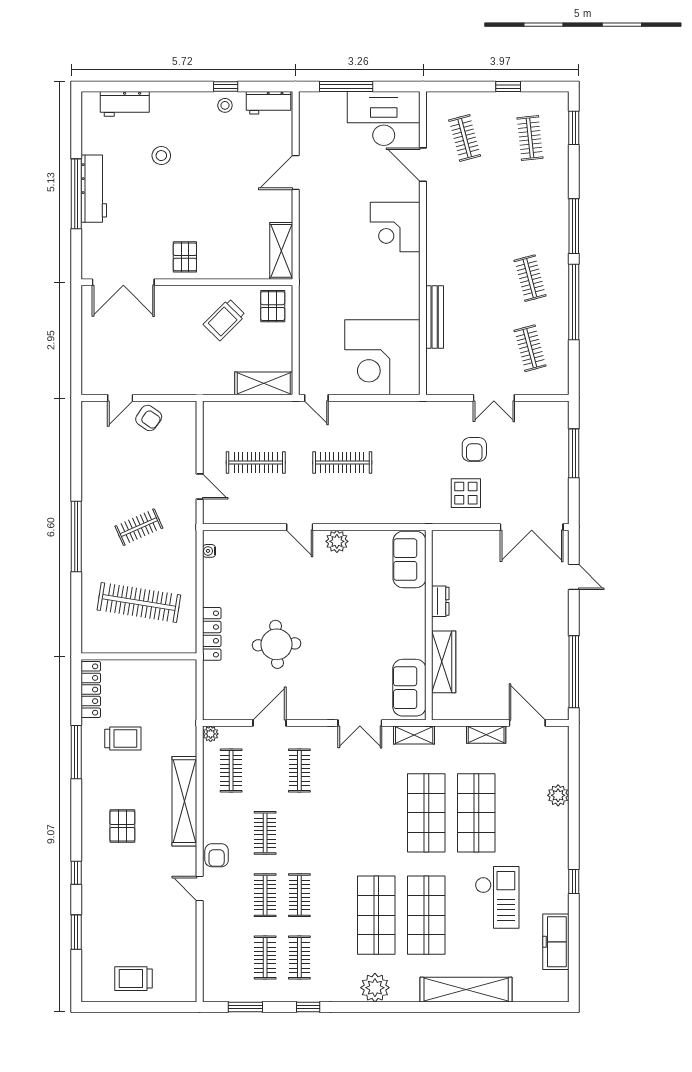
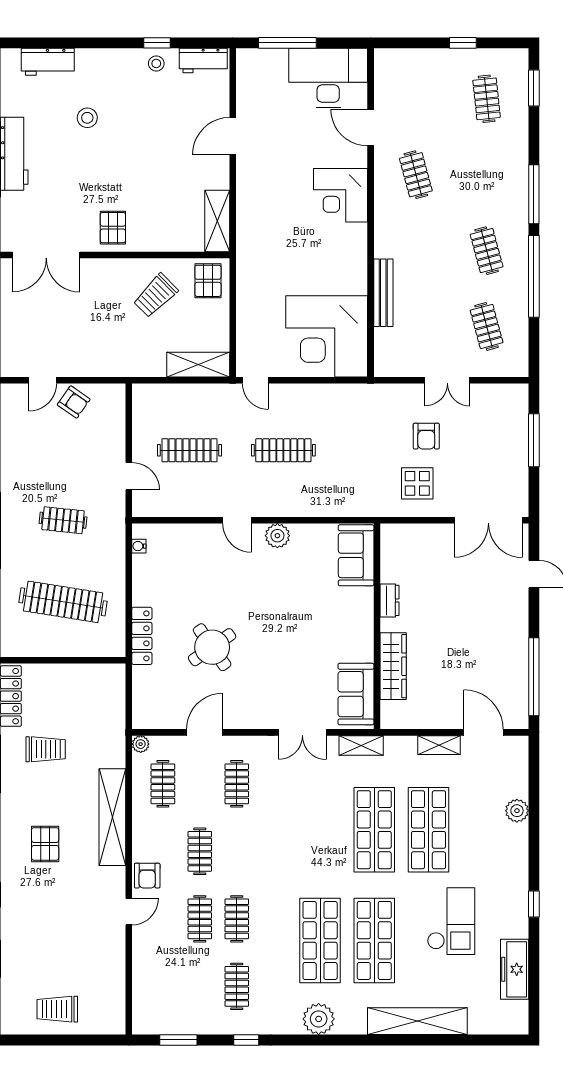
clothes rail: (465, 138) -> (416, 175), moved
clothes rail: (139, 527) -> (63, 520), turned 30
round table: (277, 644) -> (212, 647), turned -32
door: (200, 889) -> (129, 912), swing flipped
clothes rail: (265, 958) -> (200, 986), removed

